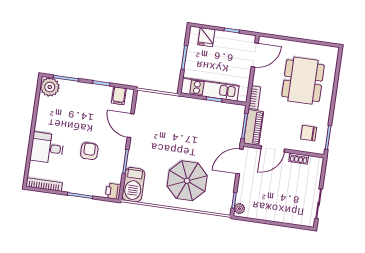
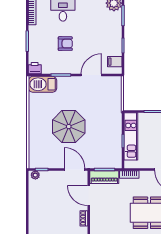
chair: (309, 133) -> (106, 224), removed
parasol: (187, 181) -> (69, 127), moved

